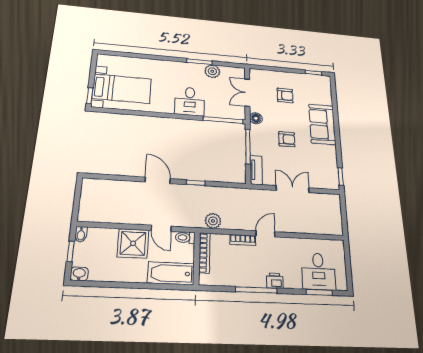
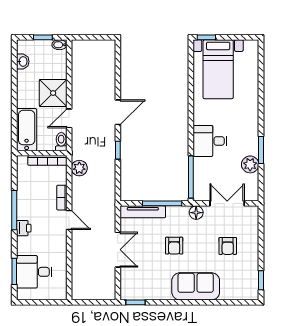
tv unit: (256, 170) -> (143, 212), width x1.41
washbasin: (79, 274) -> (23, 61), moved

